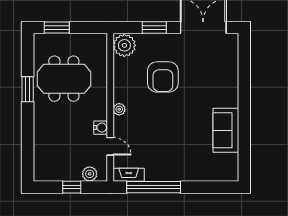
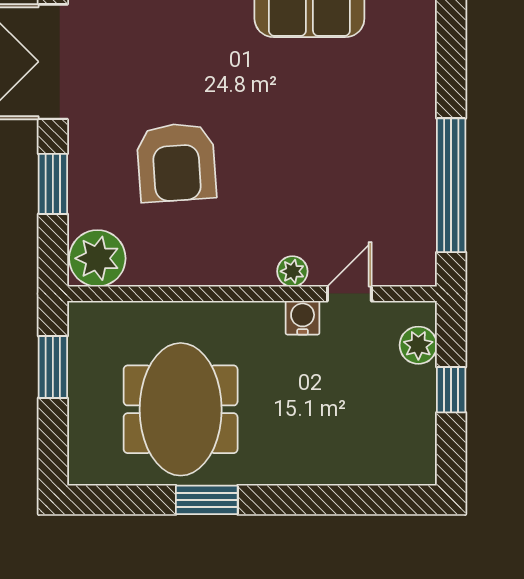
window: (57, 27) -> (53, 367), moved
armchair: (163, 77) -> (176, 162), turned 86
plant: (119, 109) -> (292, 271), moved
fireplace: (129, 175) -> (420, 248), removed

